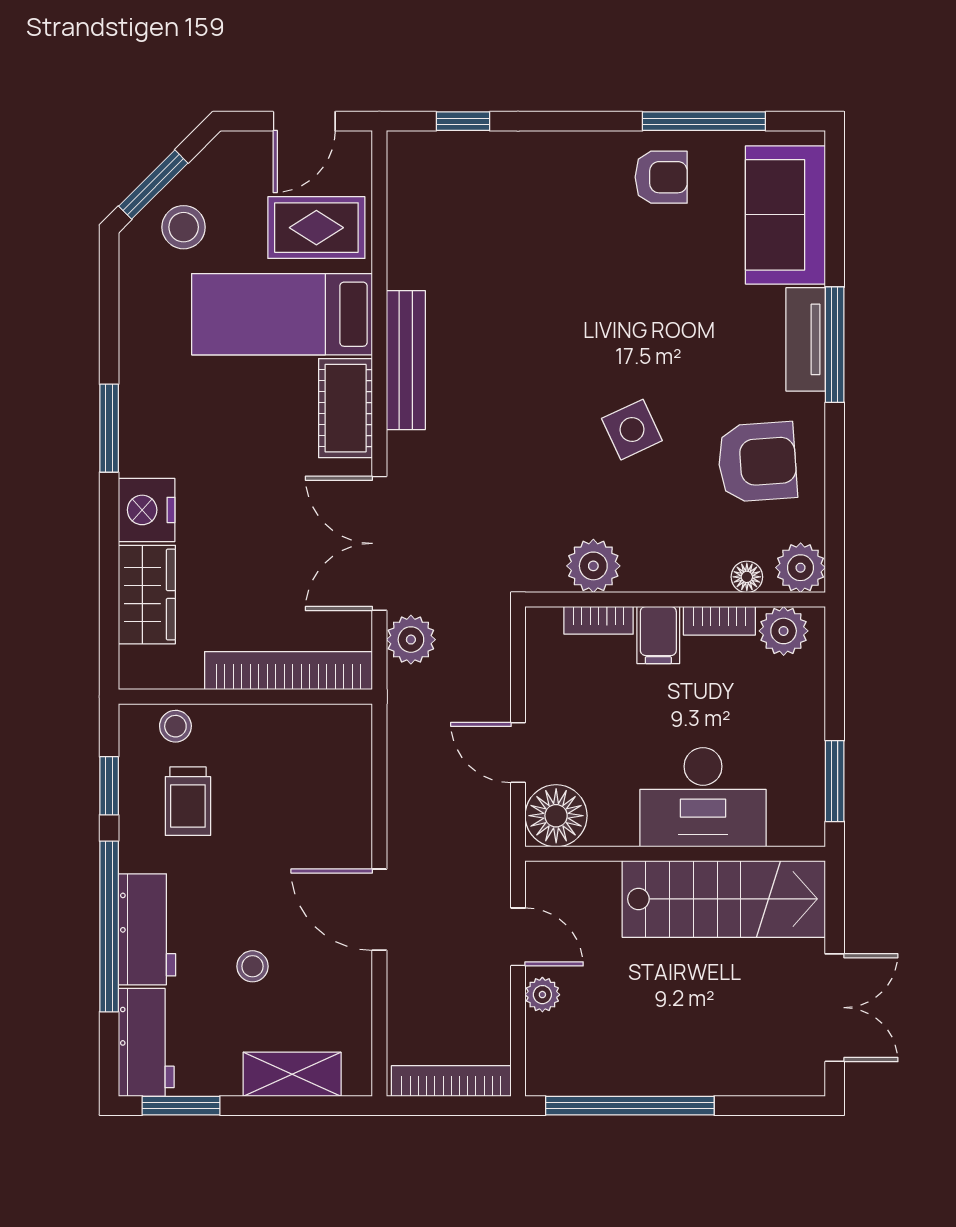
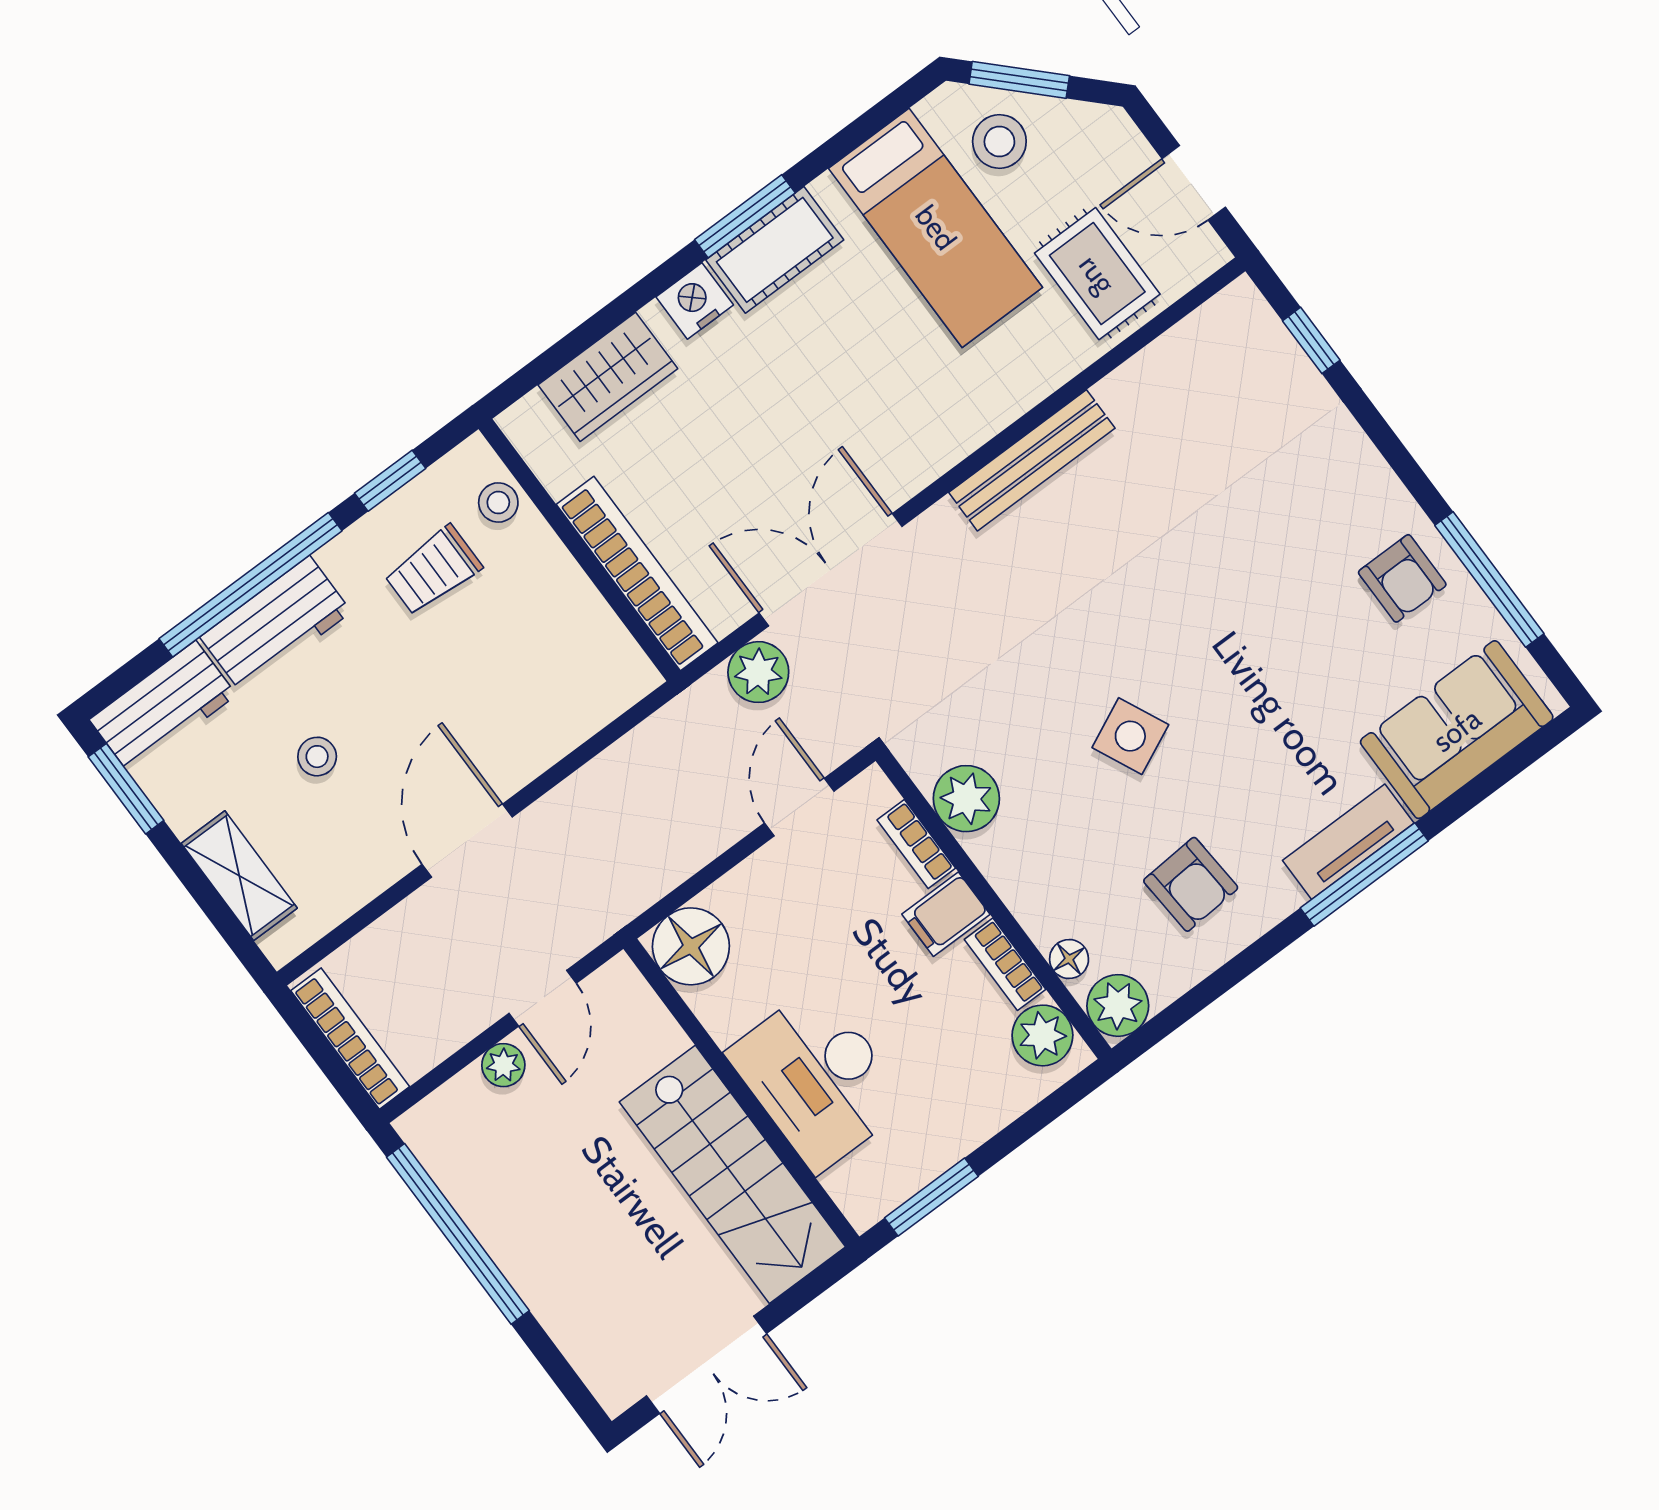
bed: (282, 314) -> (936, 228), moved, turned 180
cot: (346, 408) -> (775, 250), moved
armchair: (757, 462) -> (1191, 884), width x0.72, depth x0.72
nightstand: (147, 510) -> (695, 301), width x0.74, depth x0.75
door: (518, 752) -> (799, 807), moved

